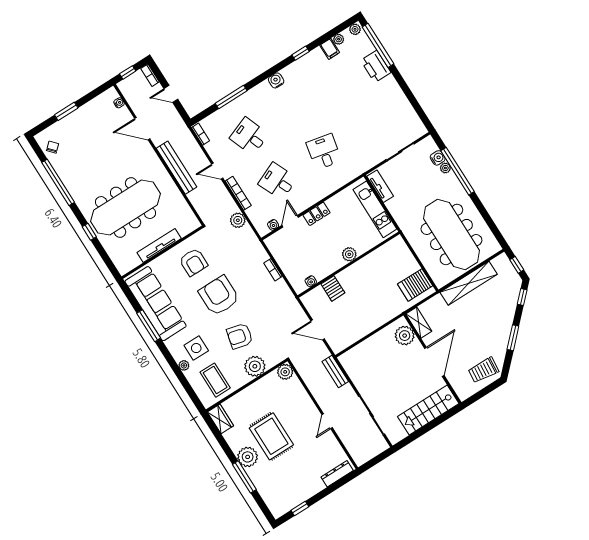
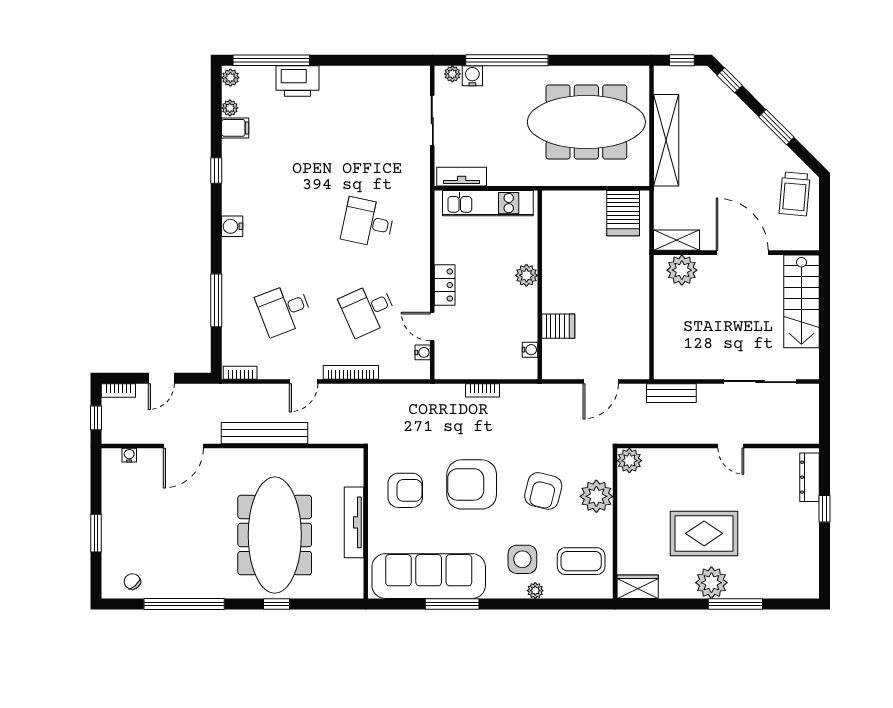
plant: (445, 168) -> (452, 74), moved
plant: (238, 220) -> (387, 396), removed
window: (300, 508) -> (824, 509), moved

